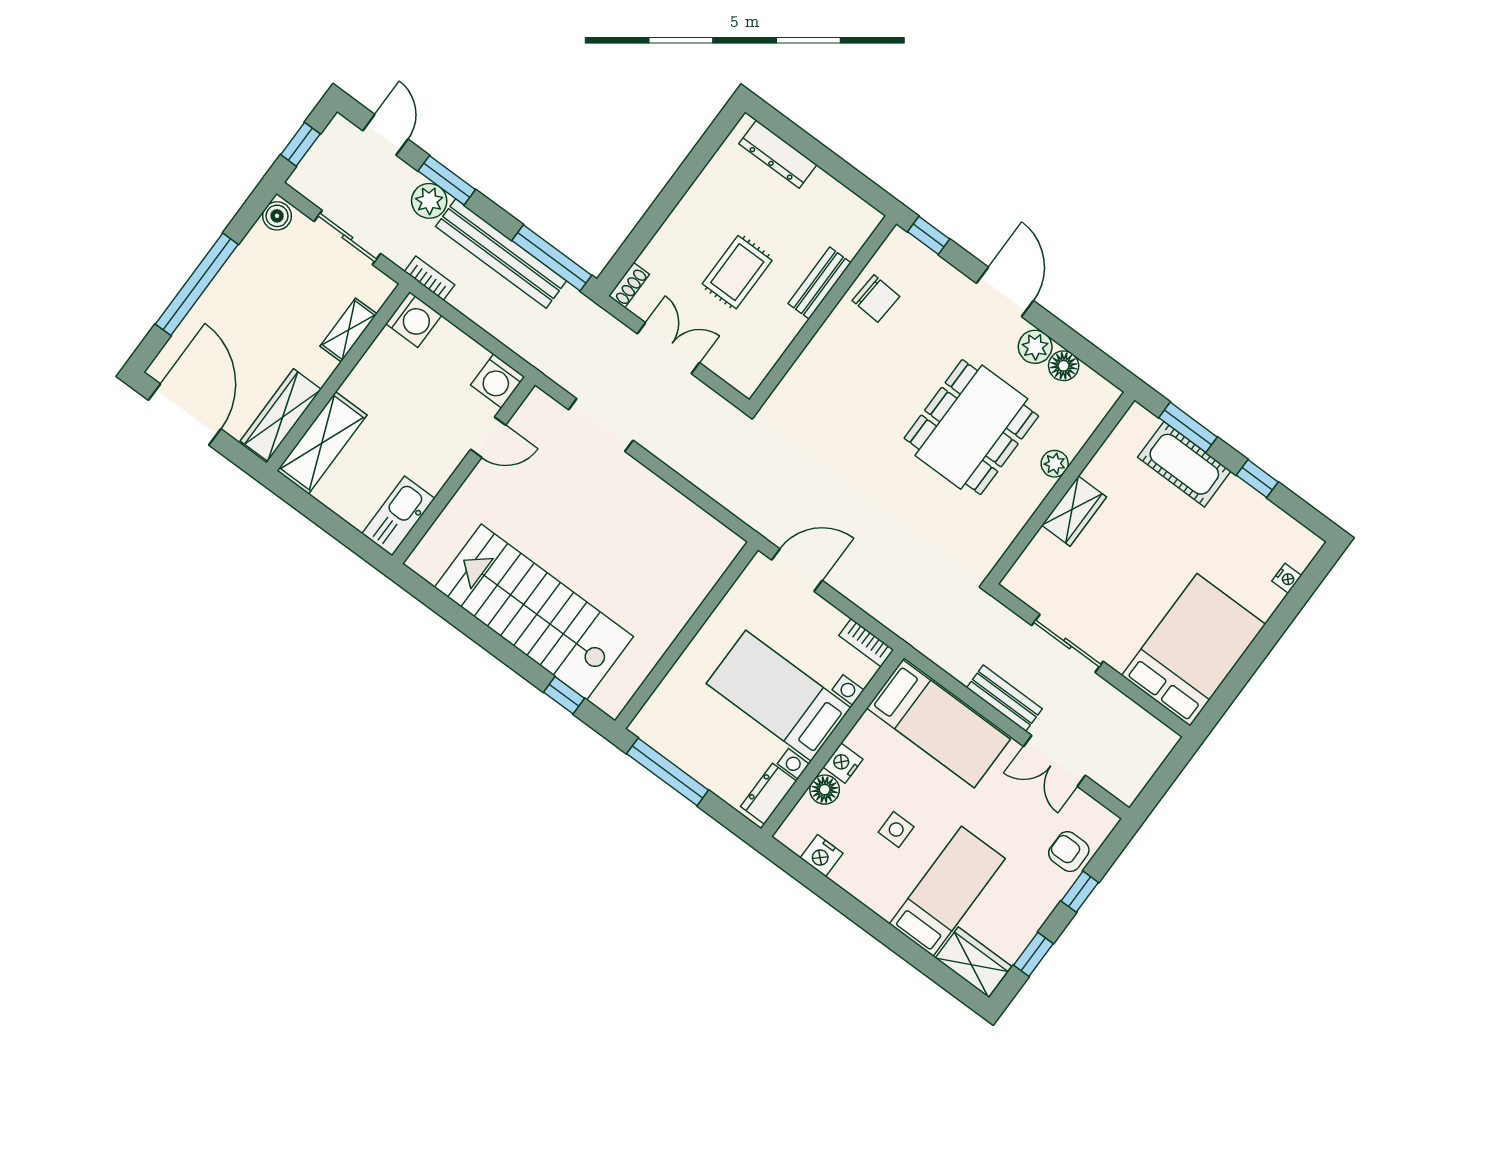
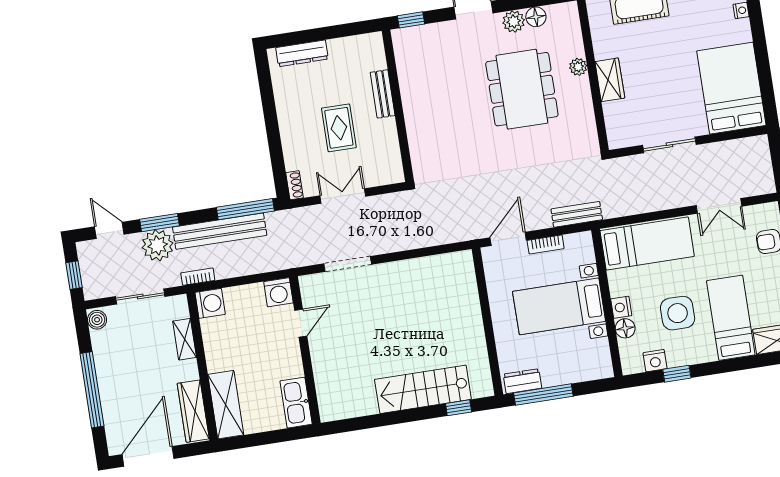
plant: (429, 201) -> (158, 245), width x1.36, depth x1.36
chair: (876, 298) -> (416, 74), removed
door: (185, 415) -> (148, 456), hinge flipped
stairs: (534, 612) -> (423, 389), width x0.73, depth x0.66
bookcase: (866, 643) -> (546, 244), moved
bench: (1004, 698) -> (577, 214), moved
dresser: (769, 794) -> (522, 381), moved, turned 90
side table: (896, 830) -> (678, 313), width x1.87, depth x1.87
window: (831, 893) -> (677, 374), added

